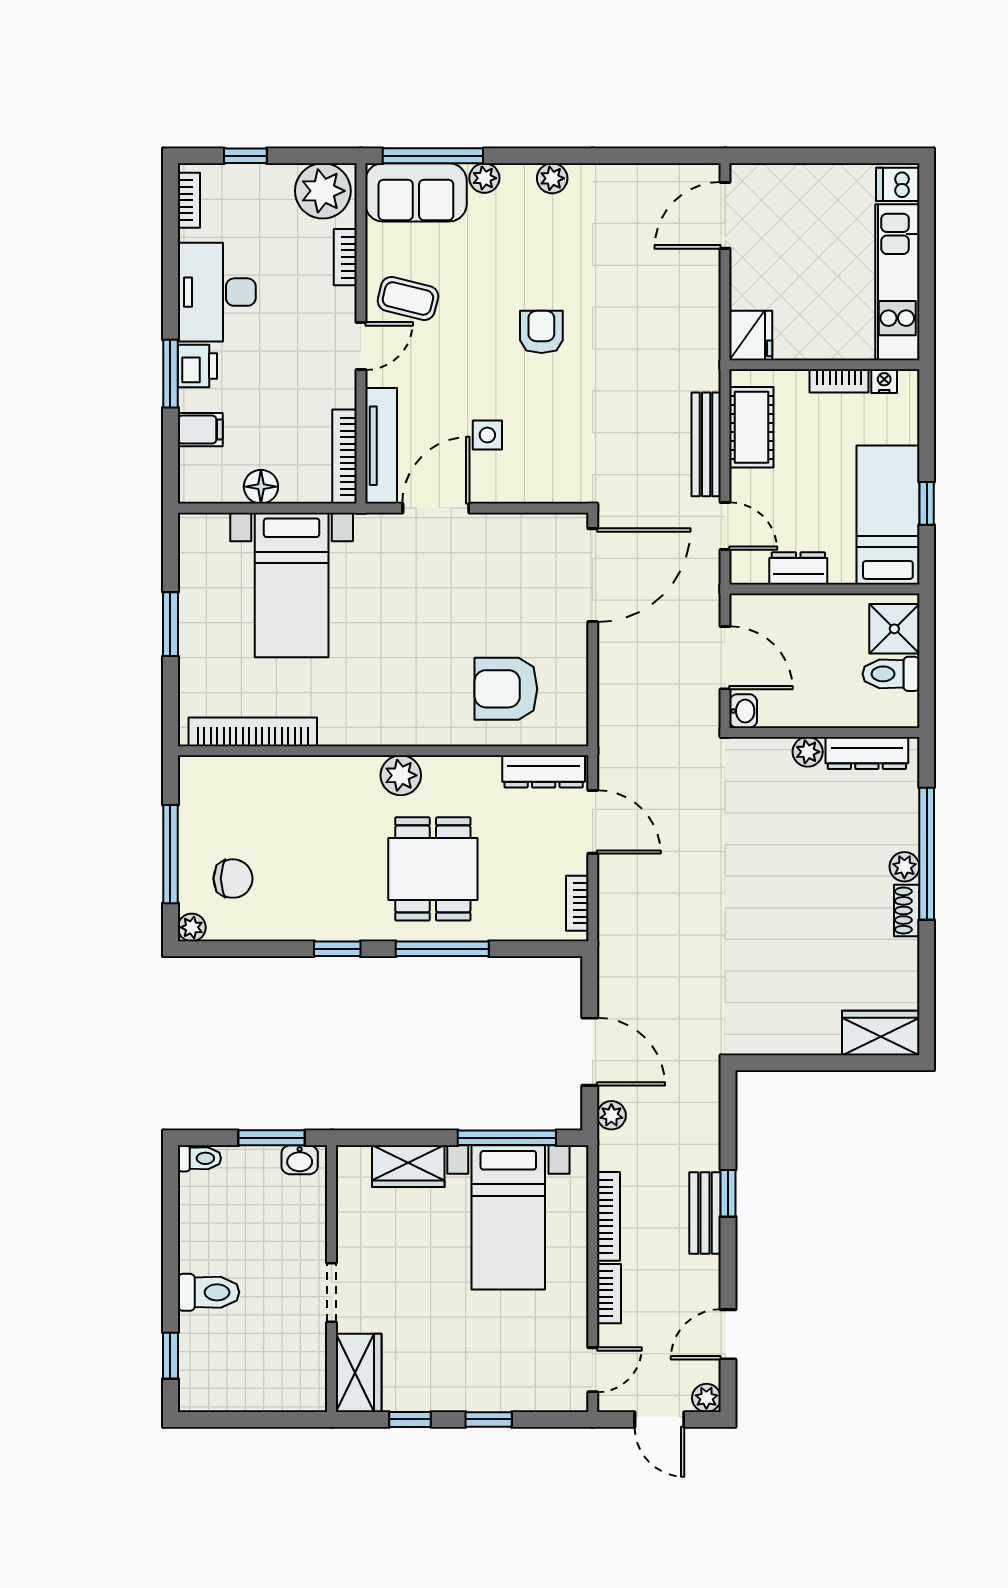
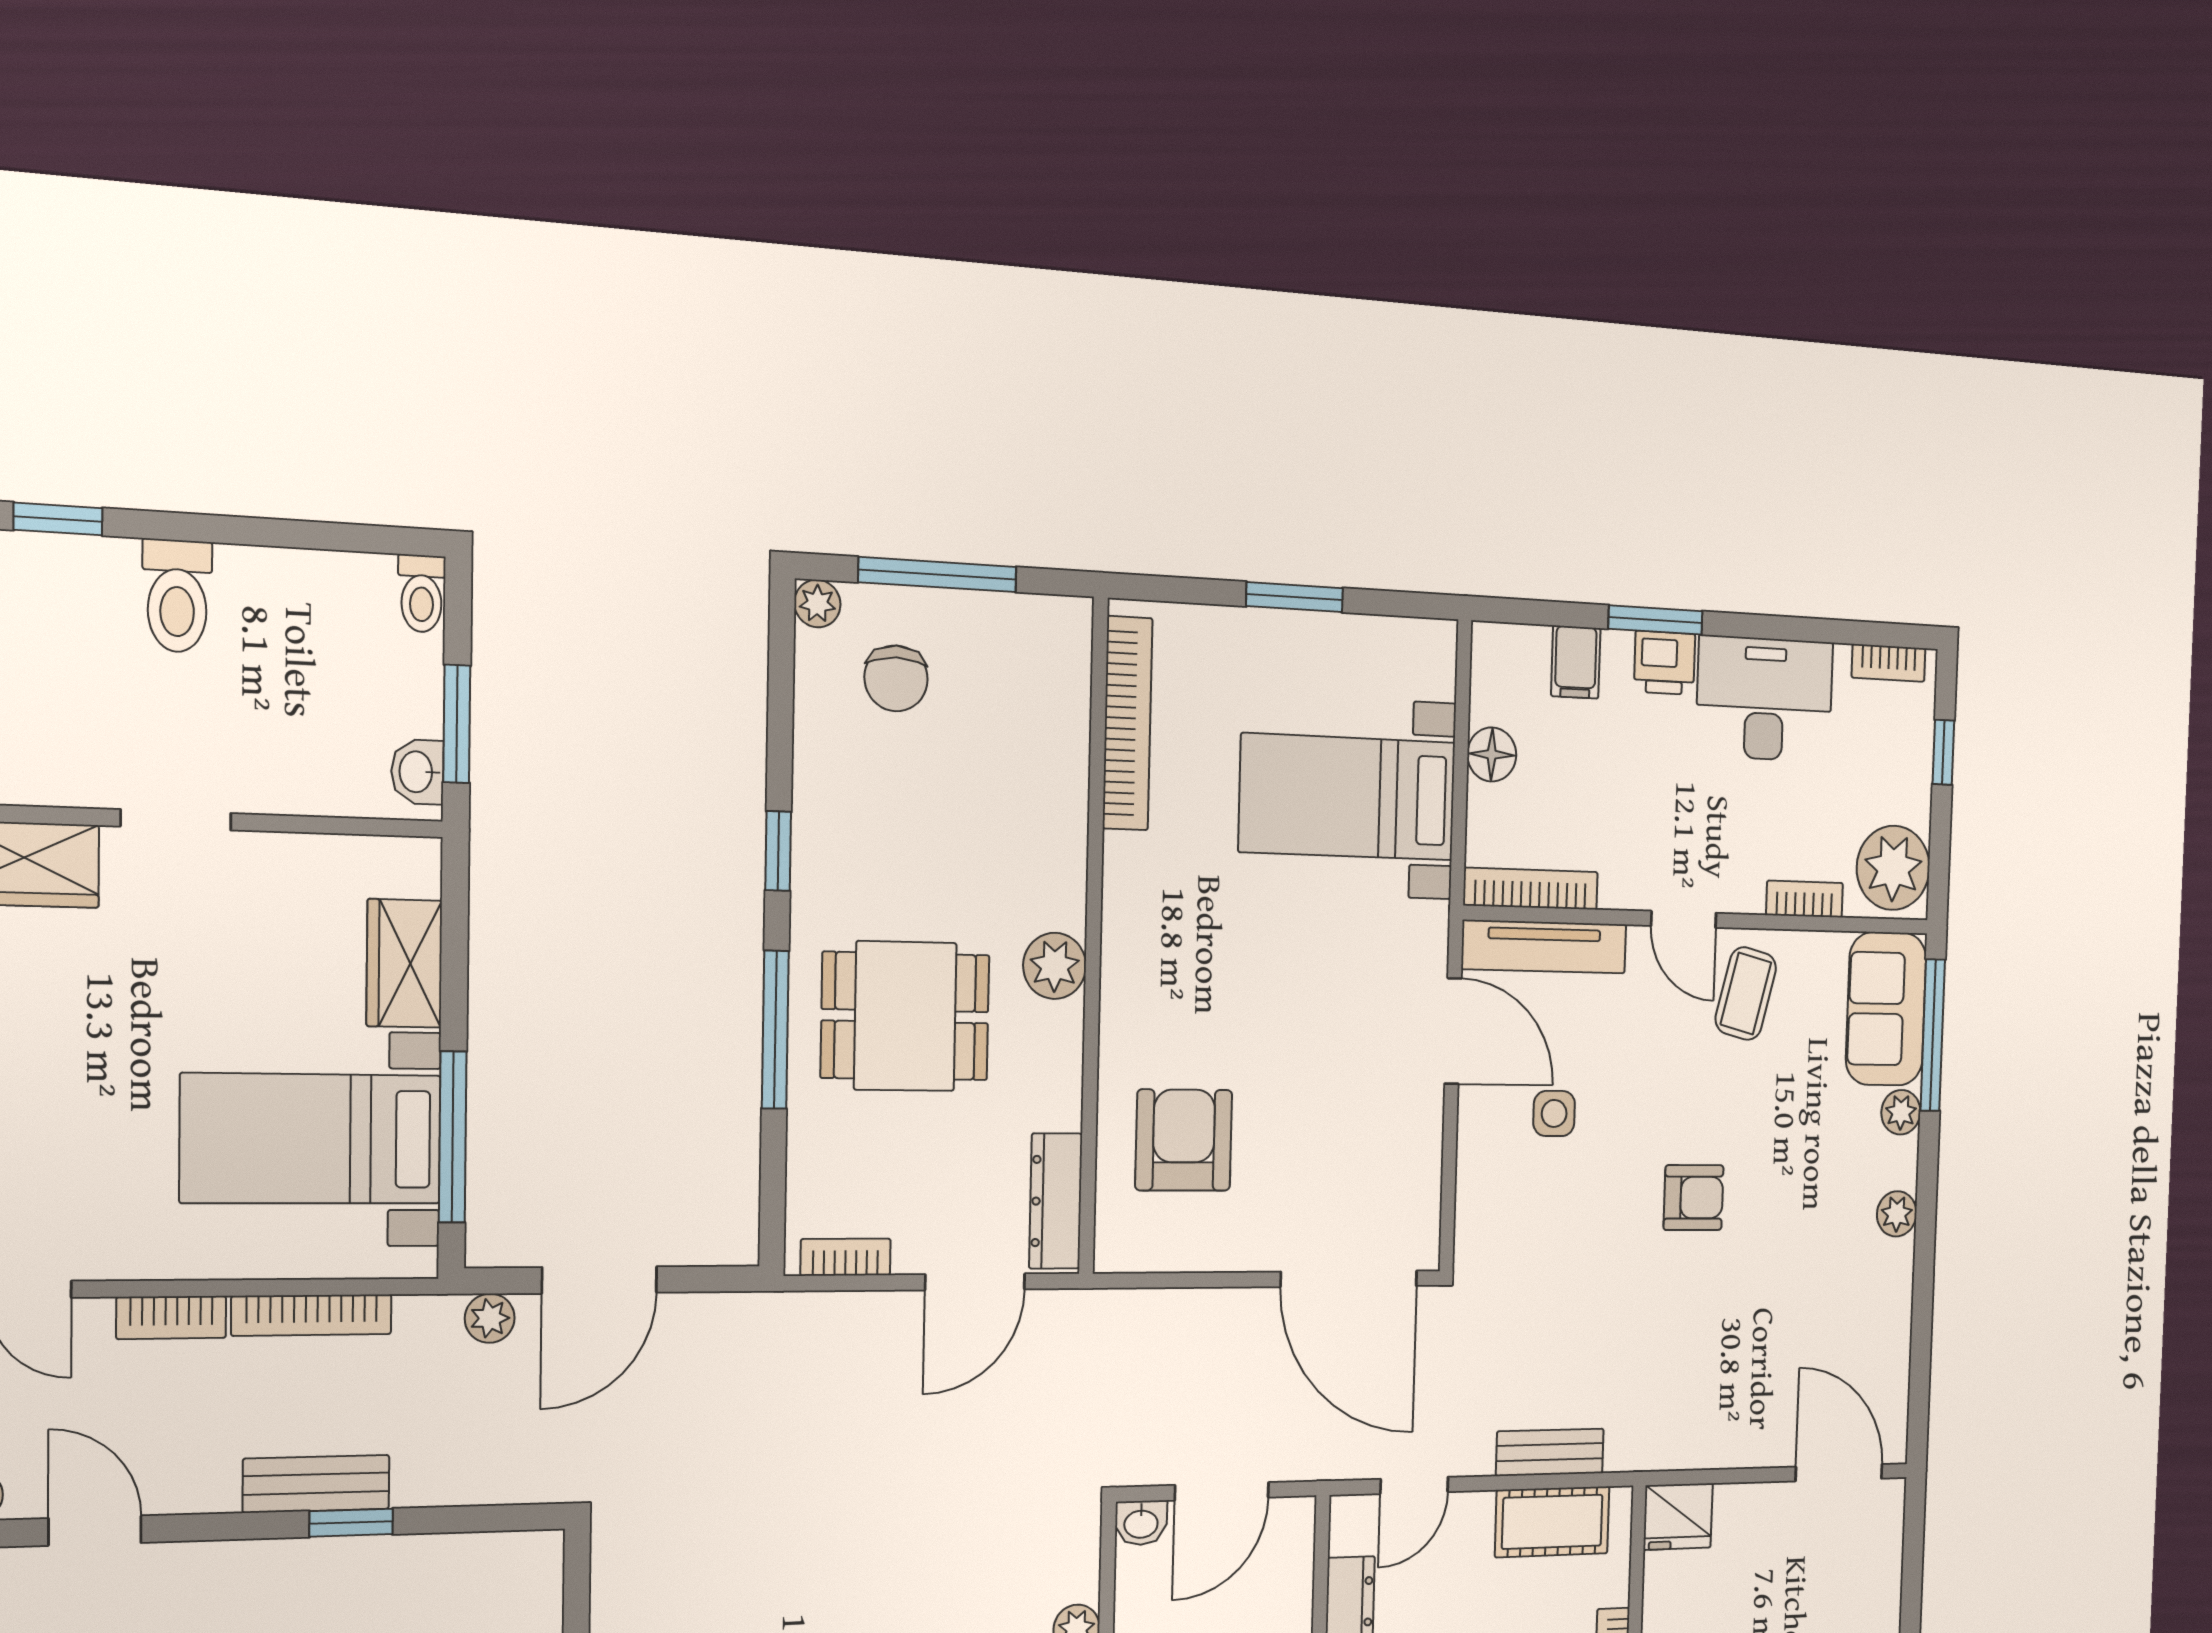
bench: (706, 444) -> (1550, 1452), width x0.73

